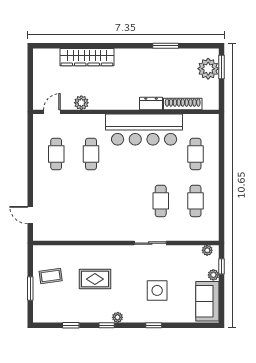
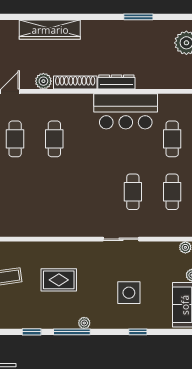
dresser: (151, 103) -> (116, 82), width x1.44
shoe rack: (183, 104) -> (75, 83), moved
bar counter: (144, 130) -> (126, 111), width x0.73
window: (107, 325) -> (72, 332), width x2.17
window: (154, 325) -> (138, 332), moved

